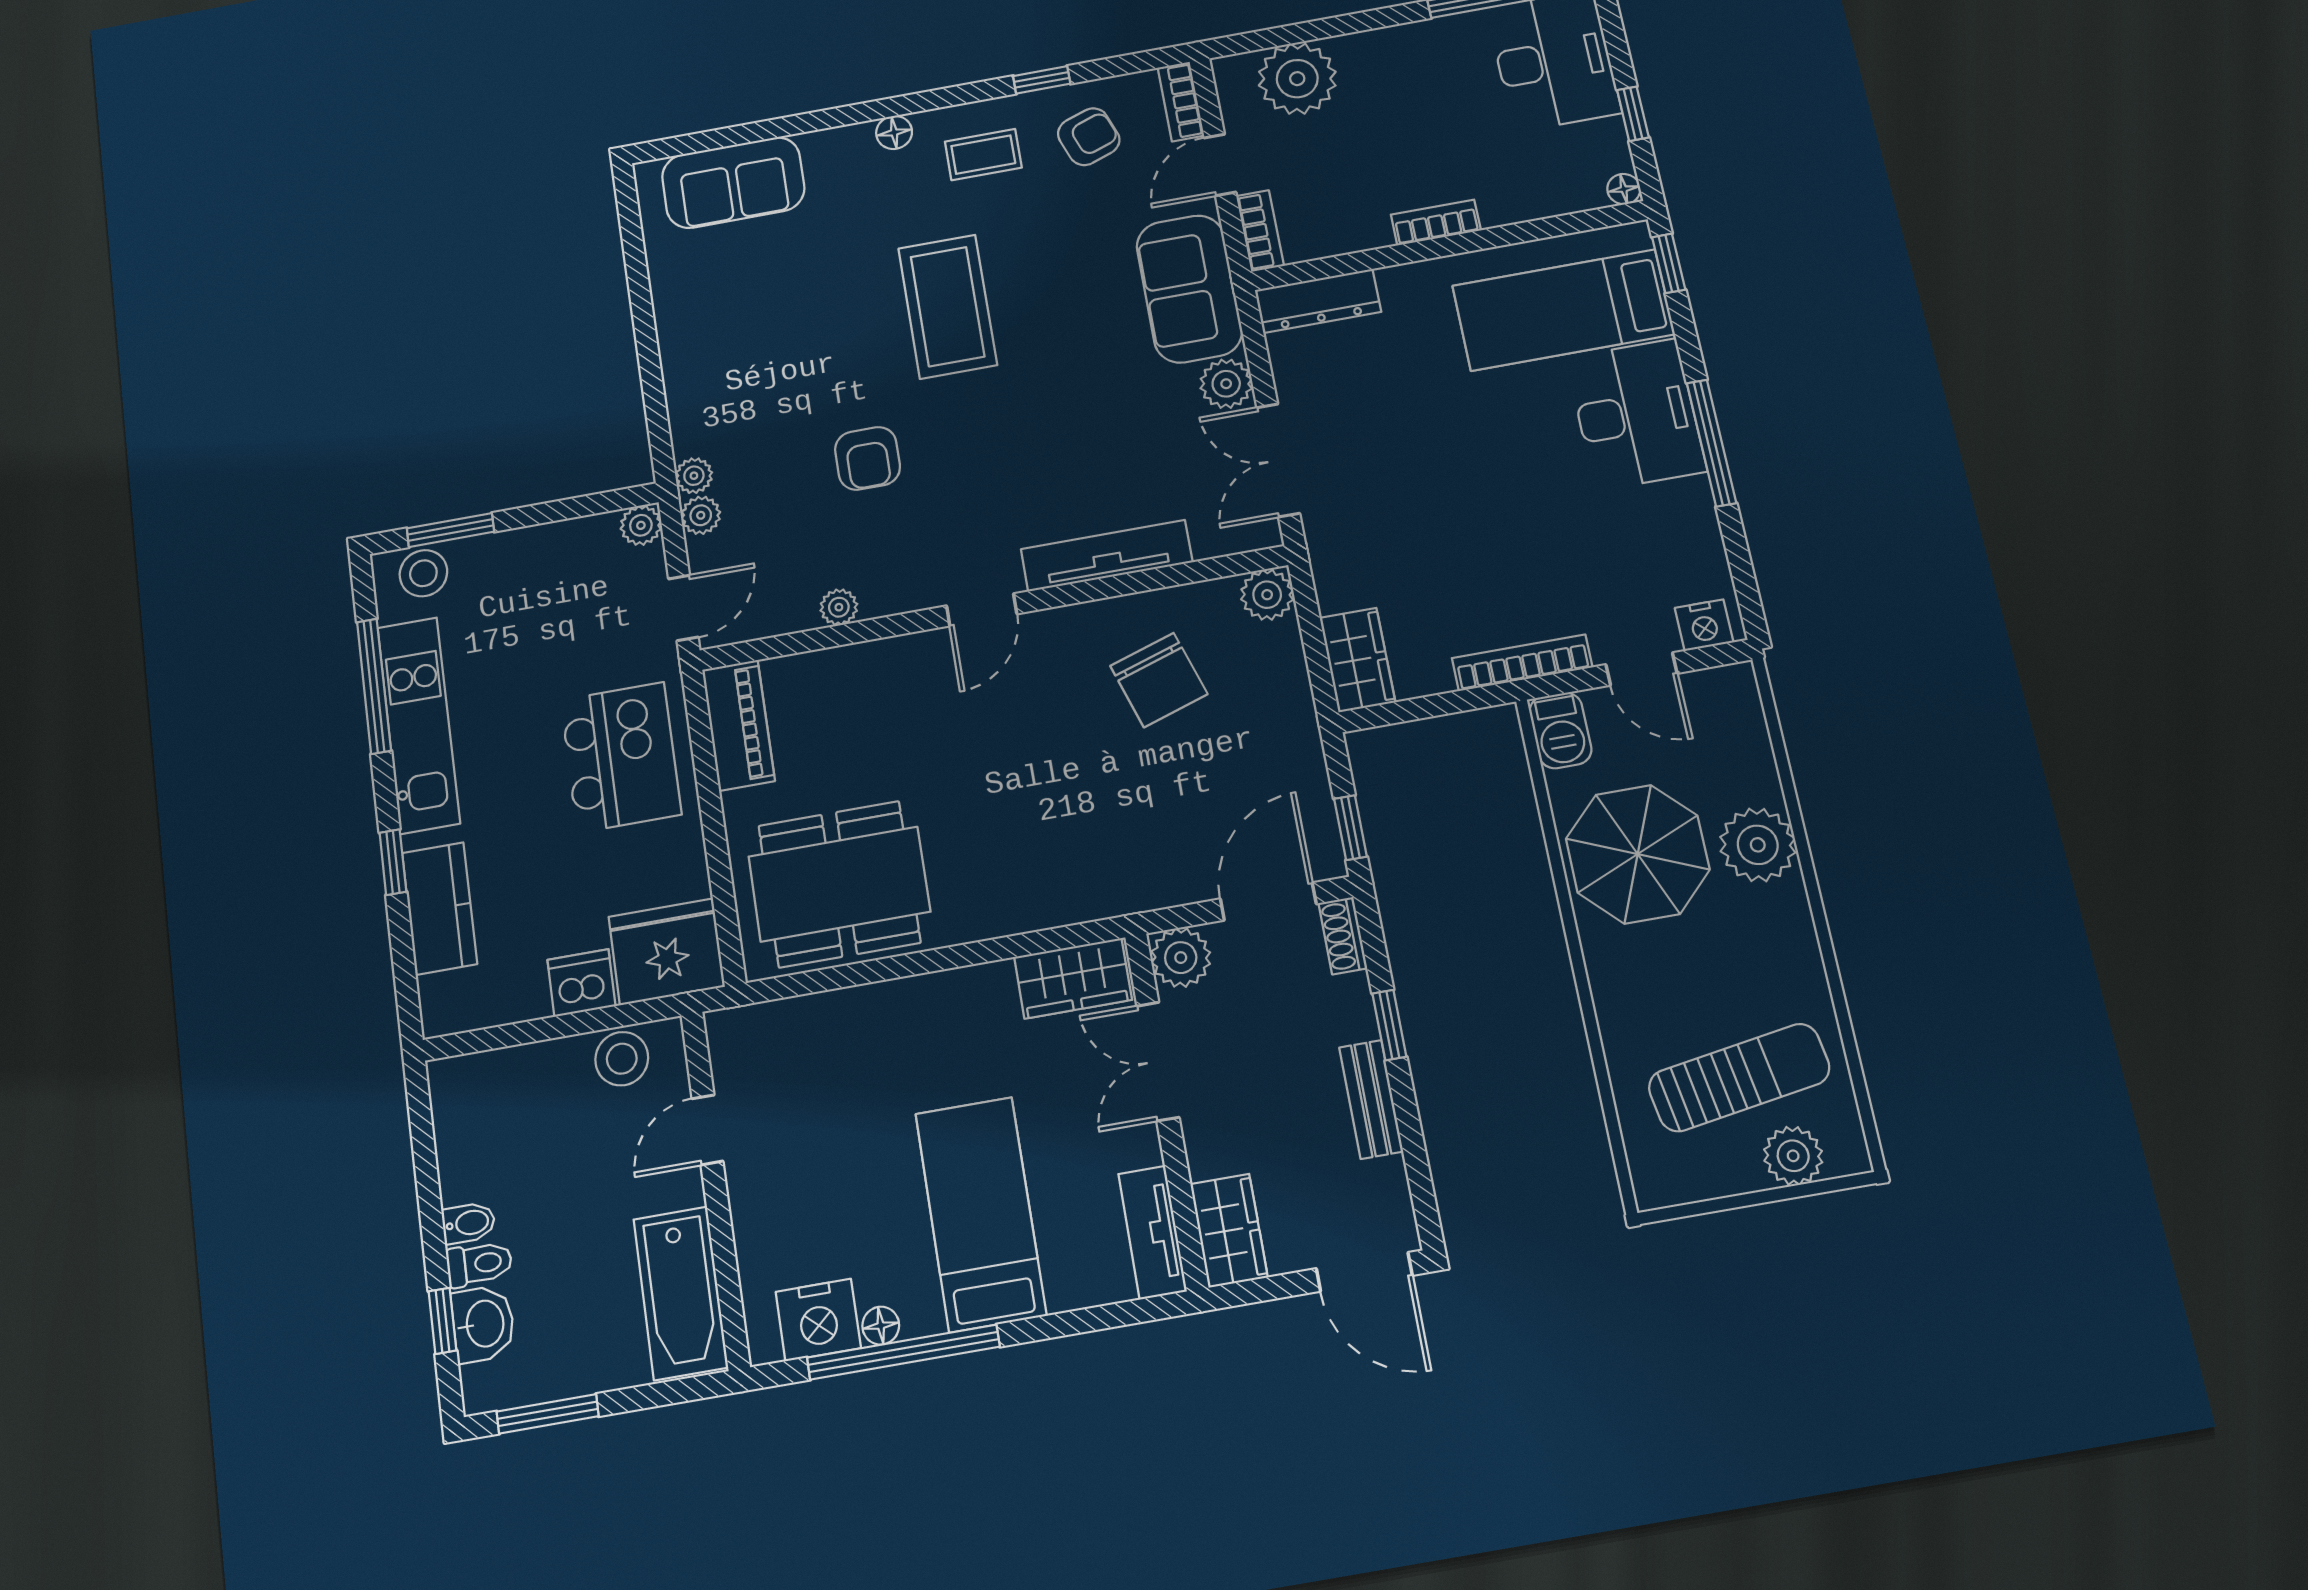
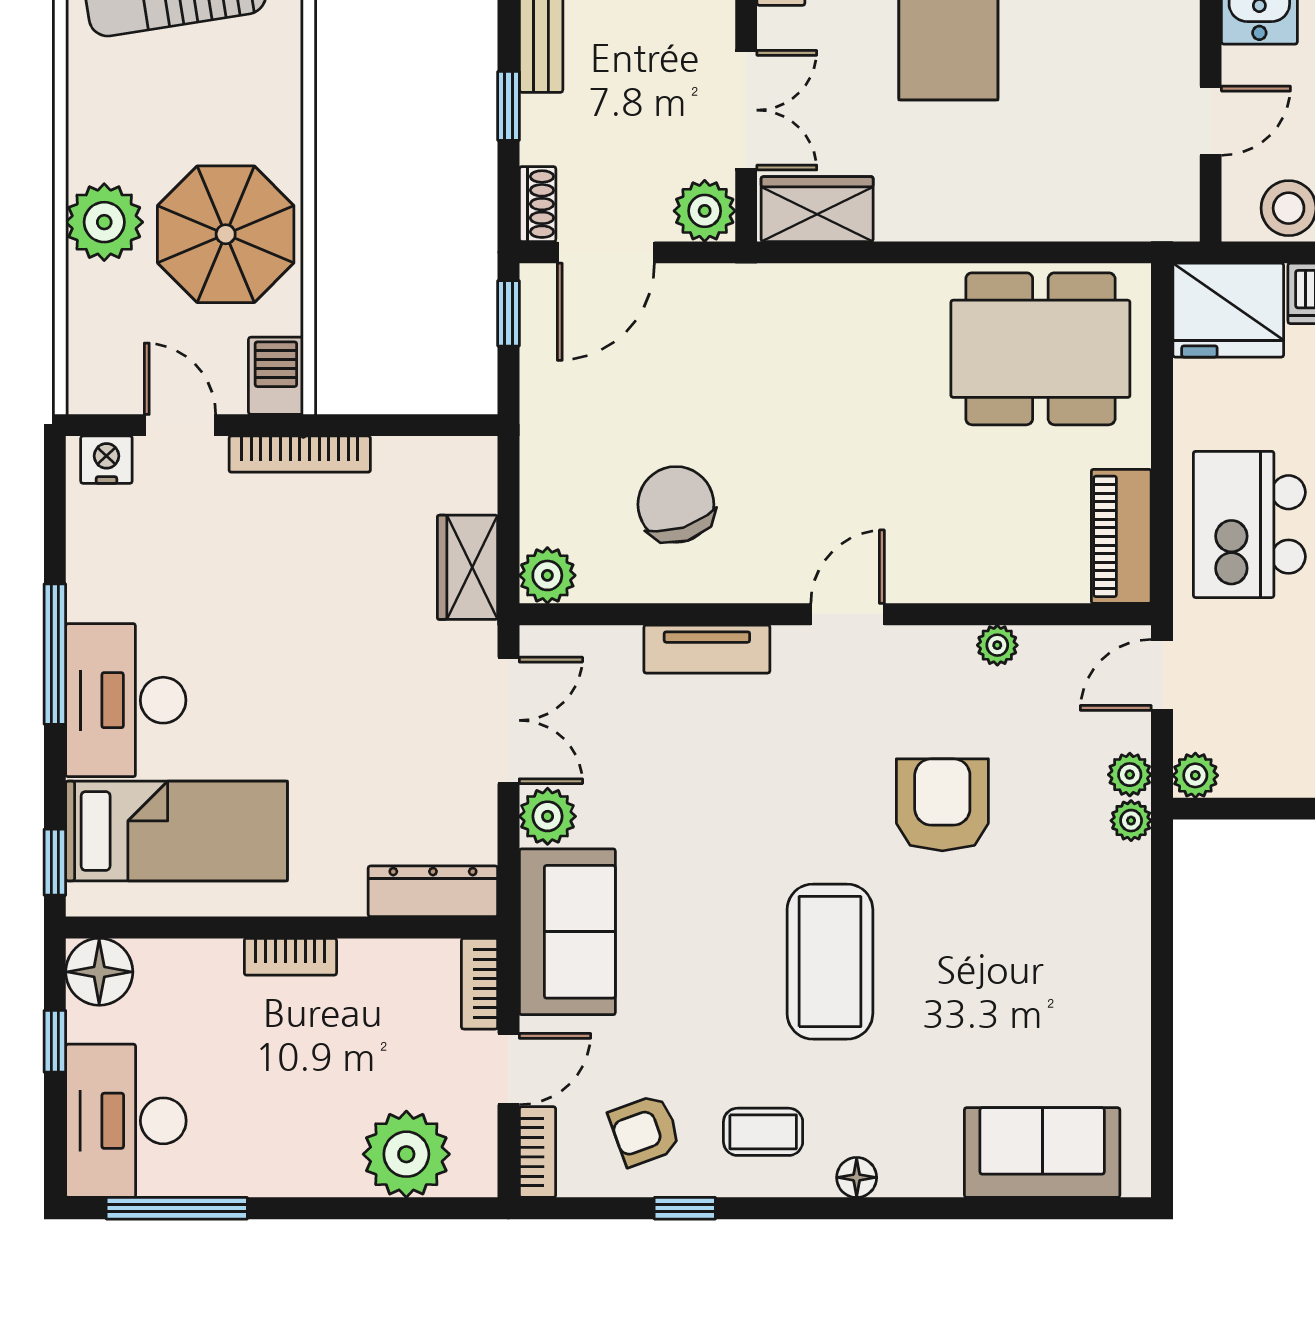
floor lamp: (1624, 189) -> (99, 972), width x1.89, depth x1.89
armchair: (868, 458) -> (942, 805), width x1.38, depth x1.38
tv unit: (1107, 556) -> (707, 649), width x0.71
wardrobe: (1357, 660) -> (468, 567), moved

